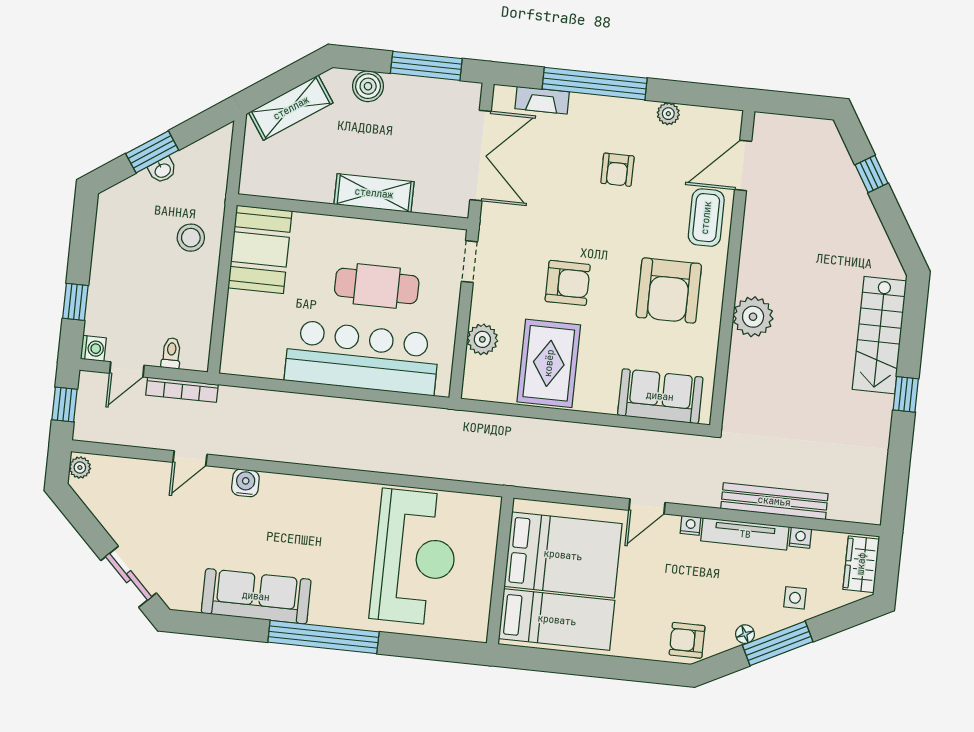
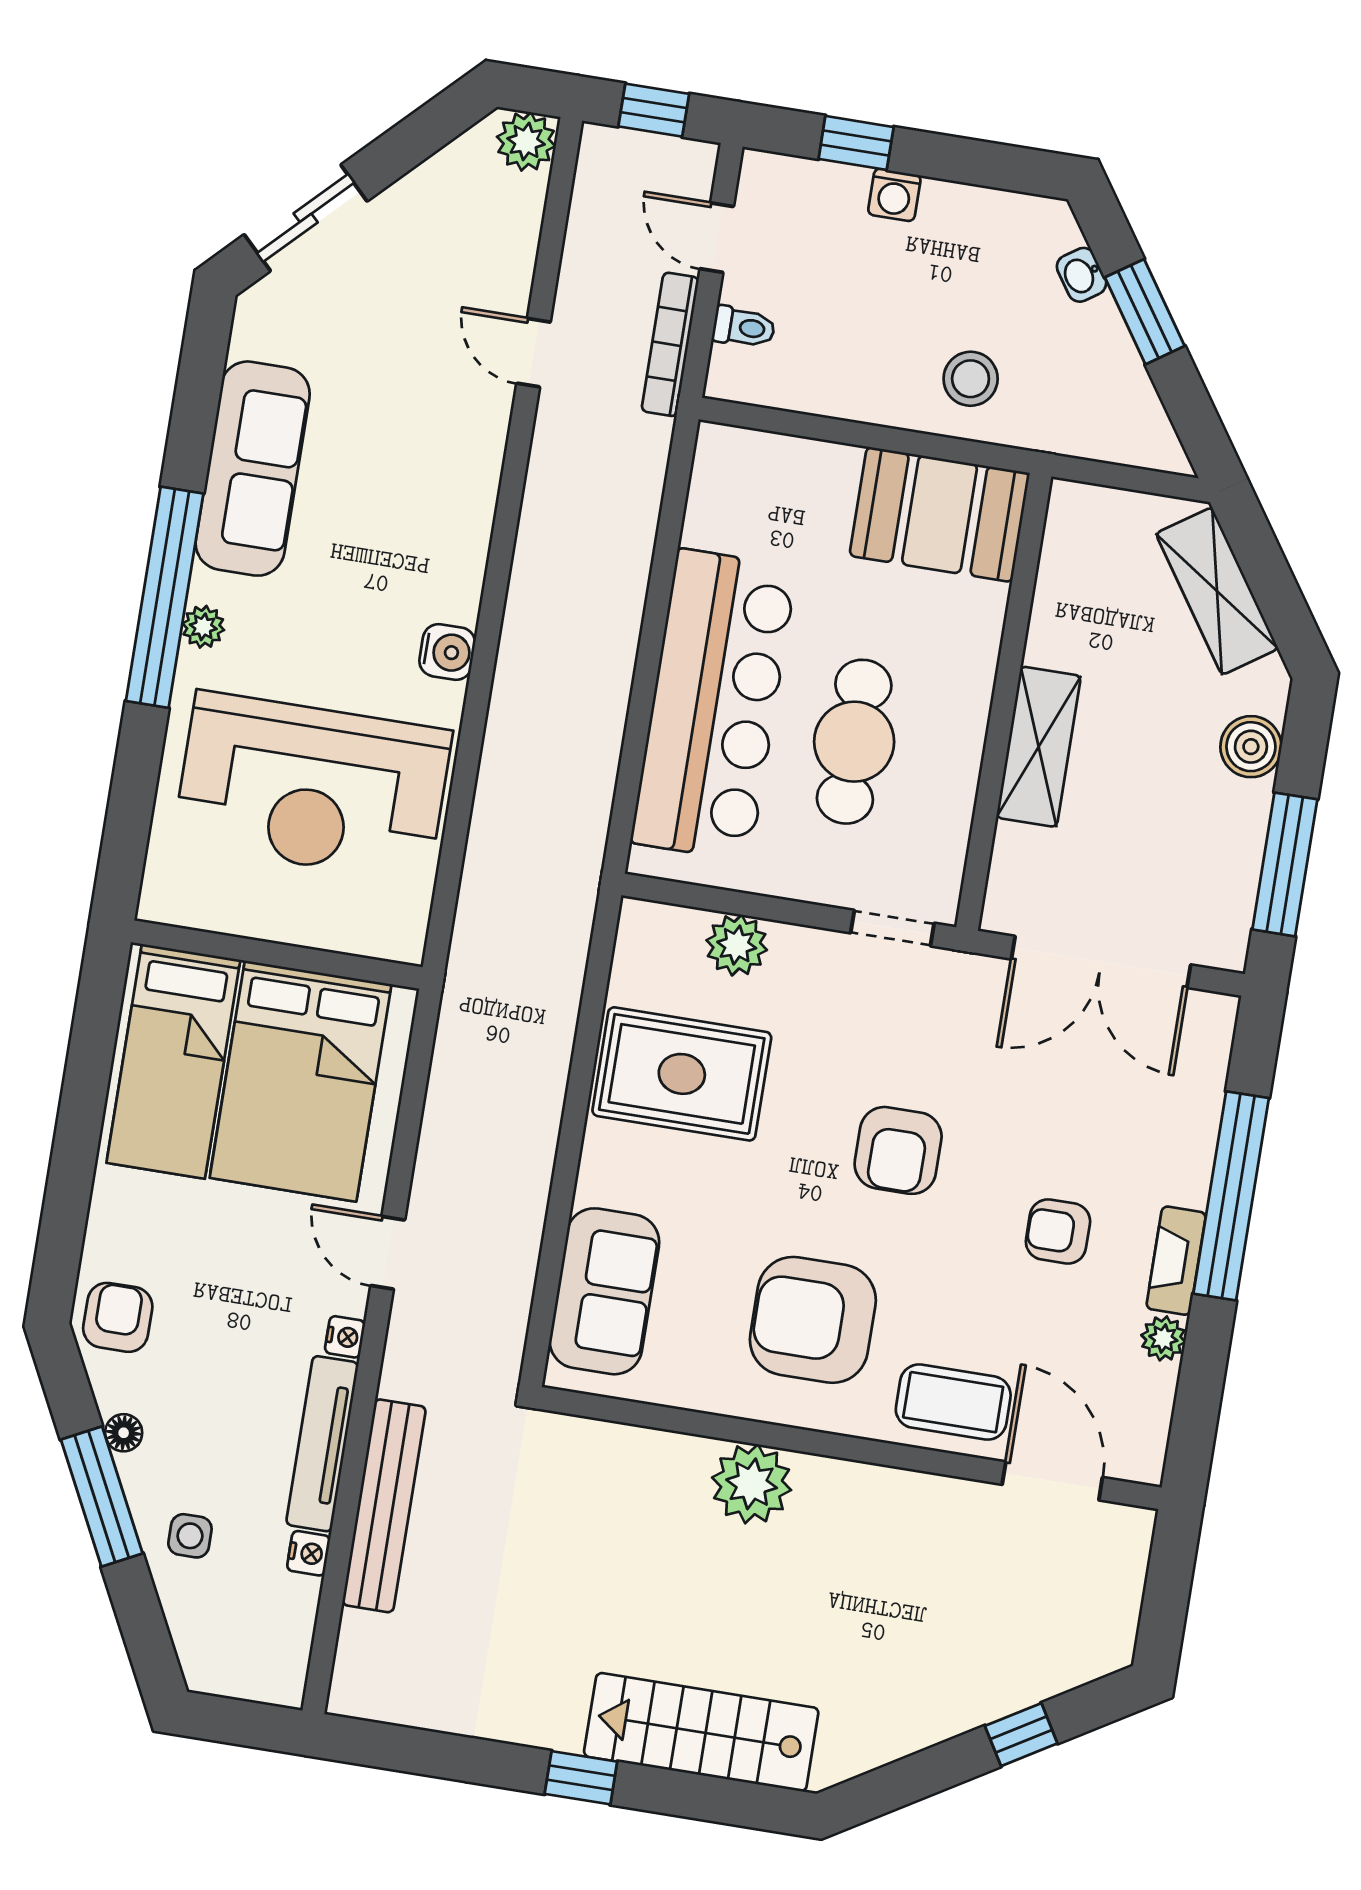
fireplace: (542, 100) -> (1176, 1261), moved
washbasin: (162, 170) -> (1082, 275), moved
armchair: (568, 283) -> (898, 1150), moved
washing machine: (93, 348) -> (894, 195), moved
plant: (80, 468) -> (526, 141), width x1.38, depth x1.38
water cooler: (245, 483) -> (447, 652), moved
wardrobe: (861, 564) -> (249, 1671), removed
plant: (337, 617) -> (203, 627), added

